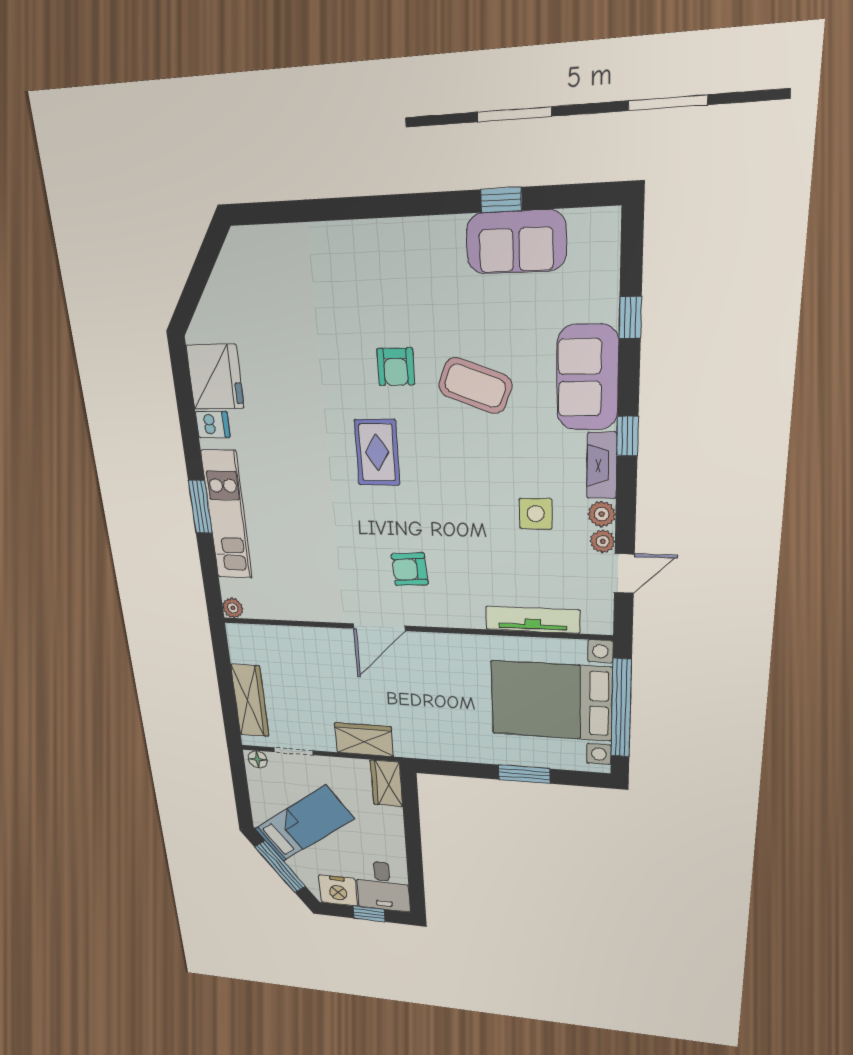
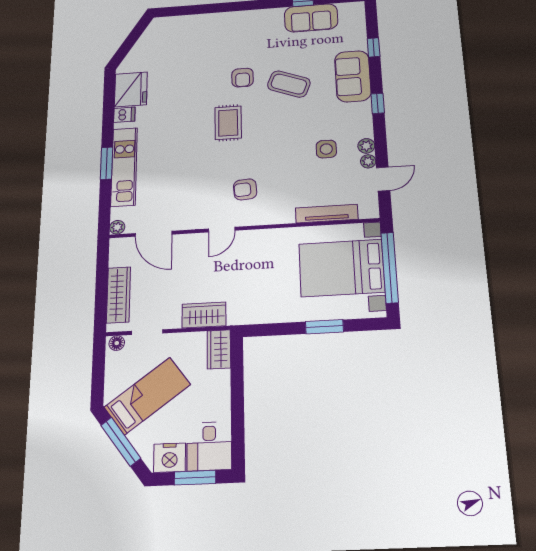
fireplace: (602, 466) -> (364, 120), removed
door: (284, 623) -> (154, 234), added
door: (379, 627) -> (222, 230), width x0.73
window: (369, 914) -> (195, 478), width x1.50

